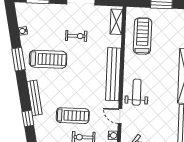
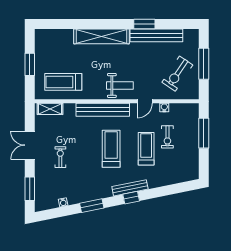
exercise bike: (76, 36) -> (60, 157), moved
treadmill: (48, 59) -> (111, 149), moved
weight bench: (137, 92) -> (120, 85), turned 180
window: (28, 118) -> (131, 198), moved

